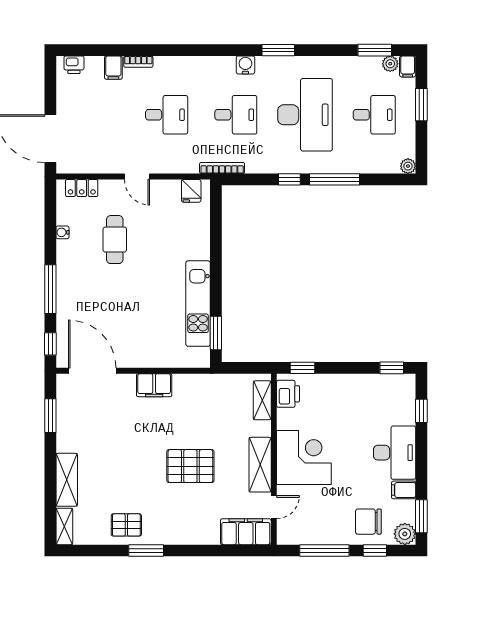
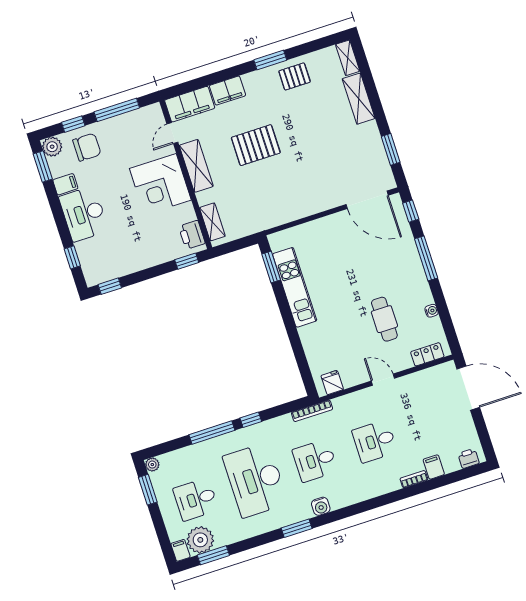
plant: (390, 64) -> (200, 540), width x1.87, depth x1.87
window: (421, 105) -> (148, 490), moved
filing cabinet: (154, 385) -> (227, 91), moved, turned 180

